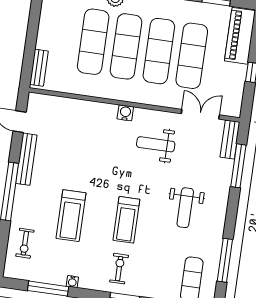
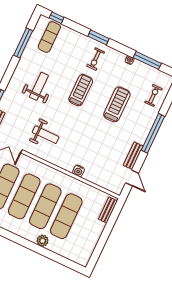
water cooler: (125, 113) -> (78, 171), moved
bench: (26, 159) -> (133, 156), width x0.73

